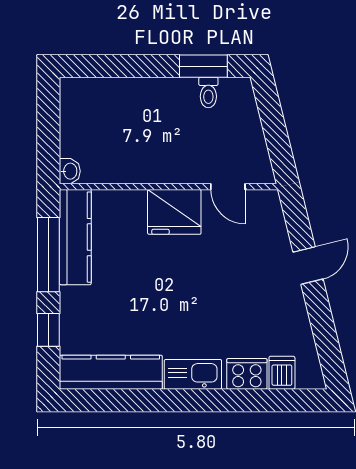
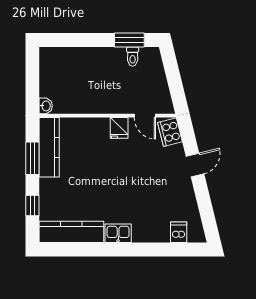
fridge: (174, 212) -> (119, 128), width x0.53, depth x0.75
window: (48, 255) -> (32, 158), width x0.69
kitchen sink: (193, 374) -> (118, 233), width x0.73
cooker: (247, 374) -> (170, 132), moved, turned -104

